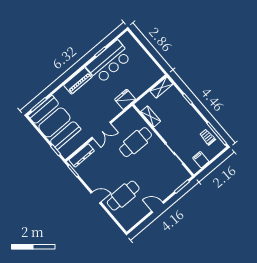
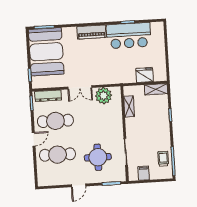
fridge: (125, 99) -> (145, 75), moved
plant: (125, 123) -> (104, 96), added
cafe table: (136, 142) -> (55, 121), moved
round table: (156, 174) -> (98, 157), added
door: (96, 198) -> (34, 139), hinge flipped
door: (158, 207) -> (79, 185), swing flipped

